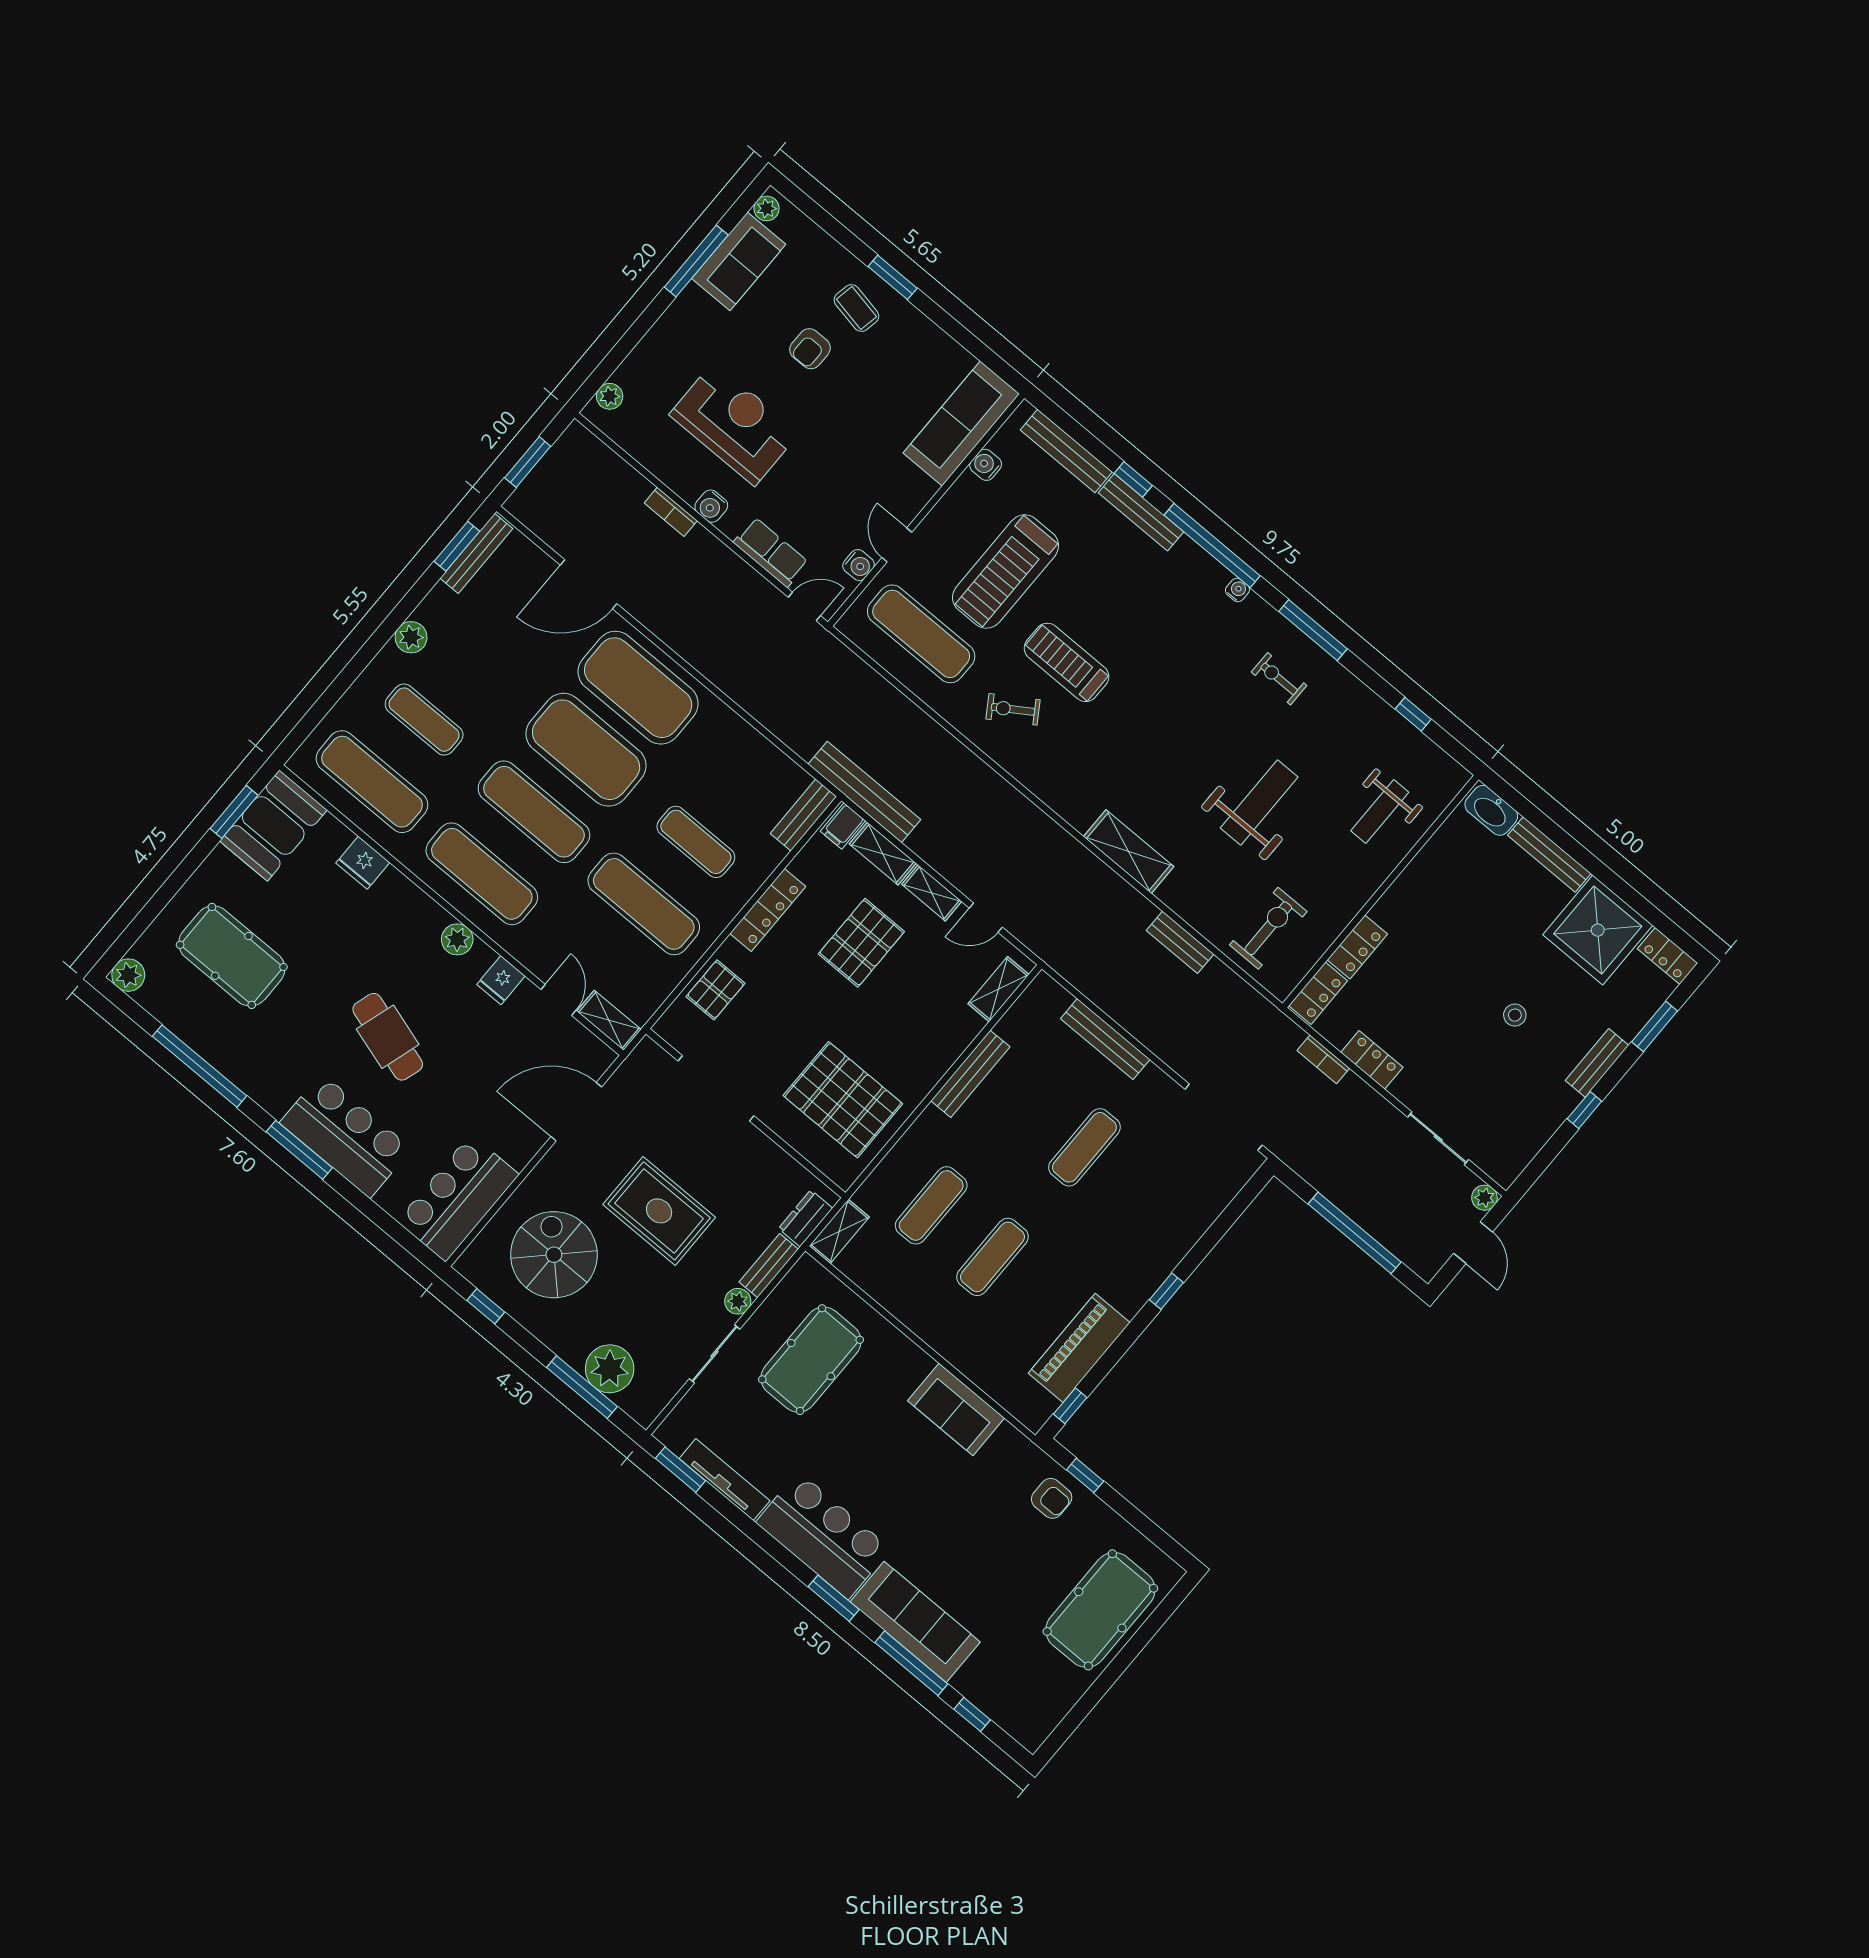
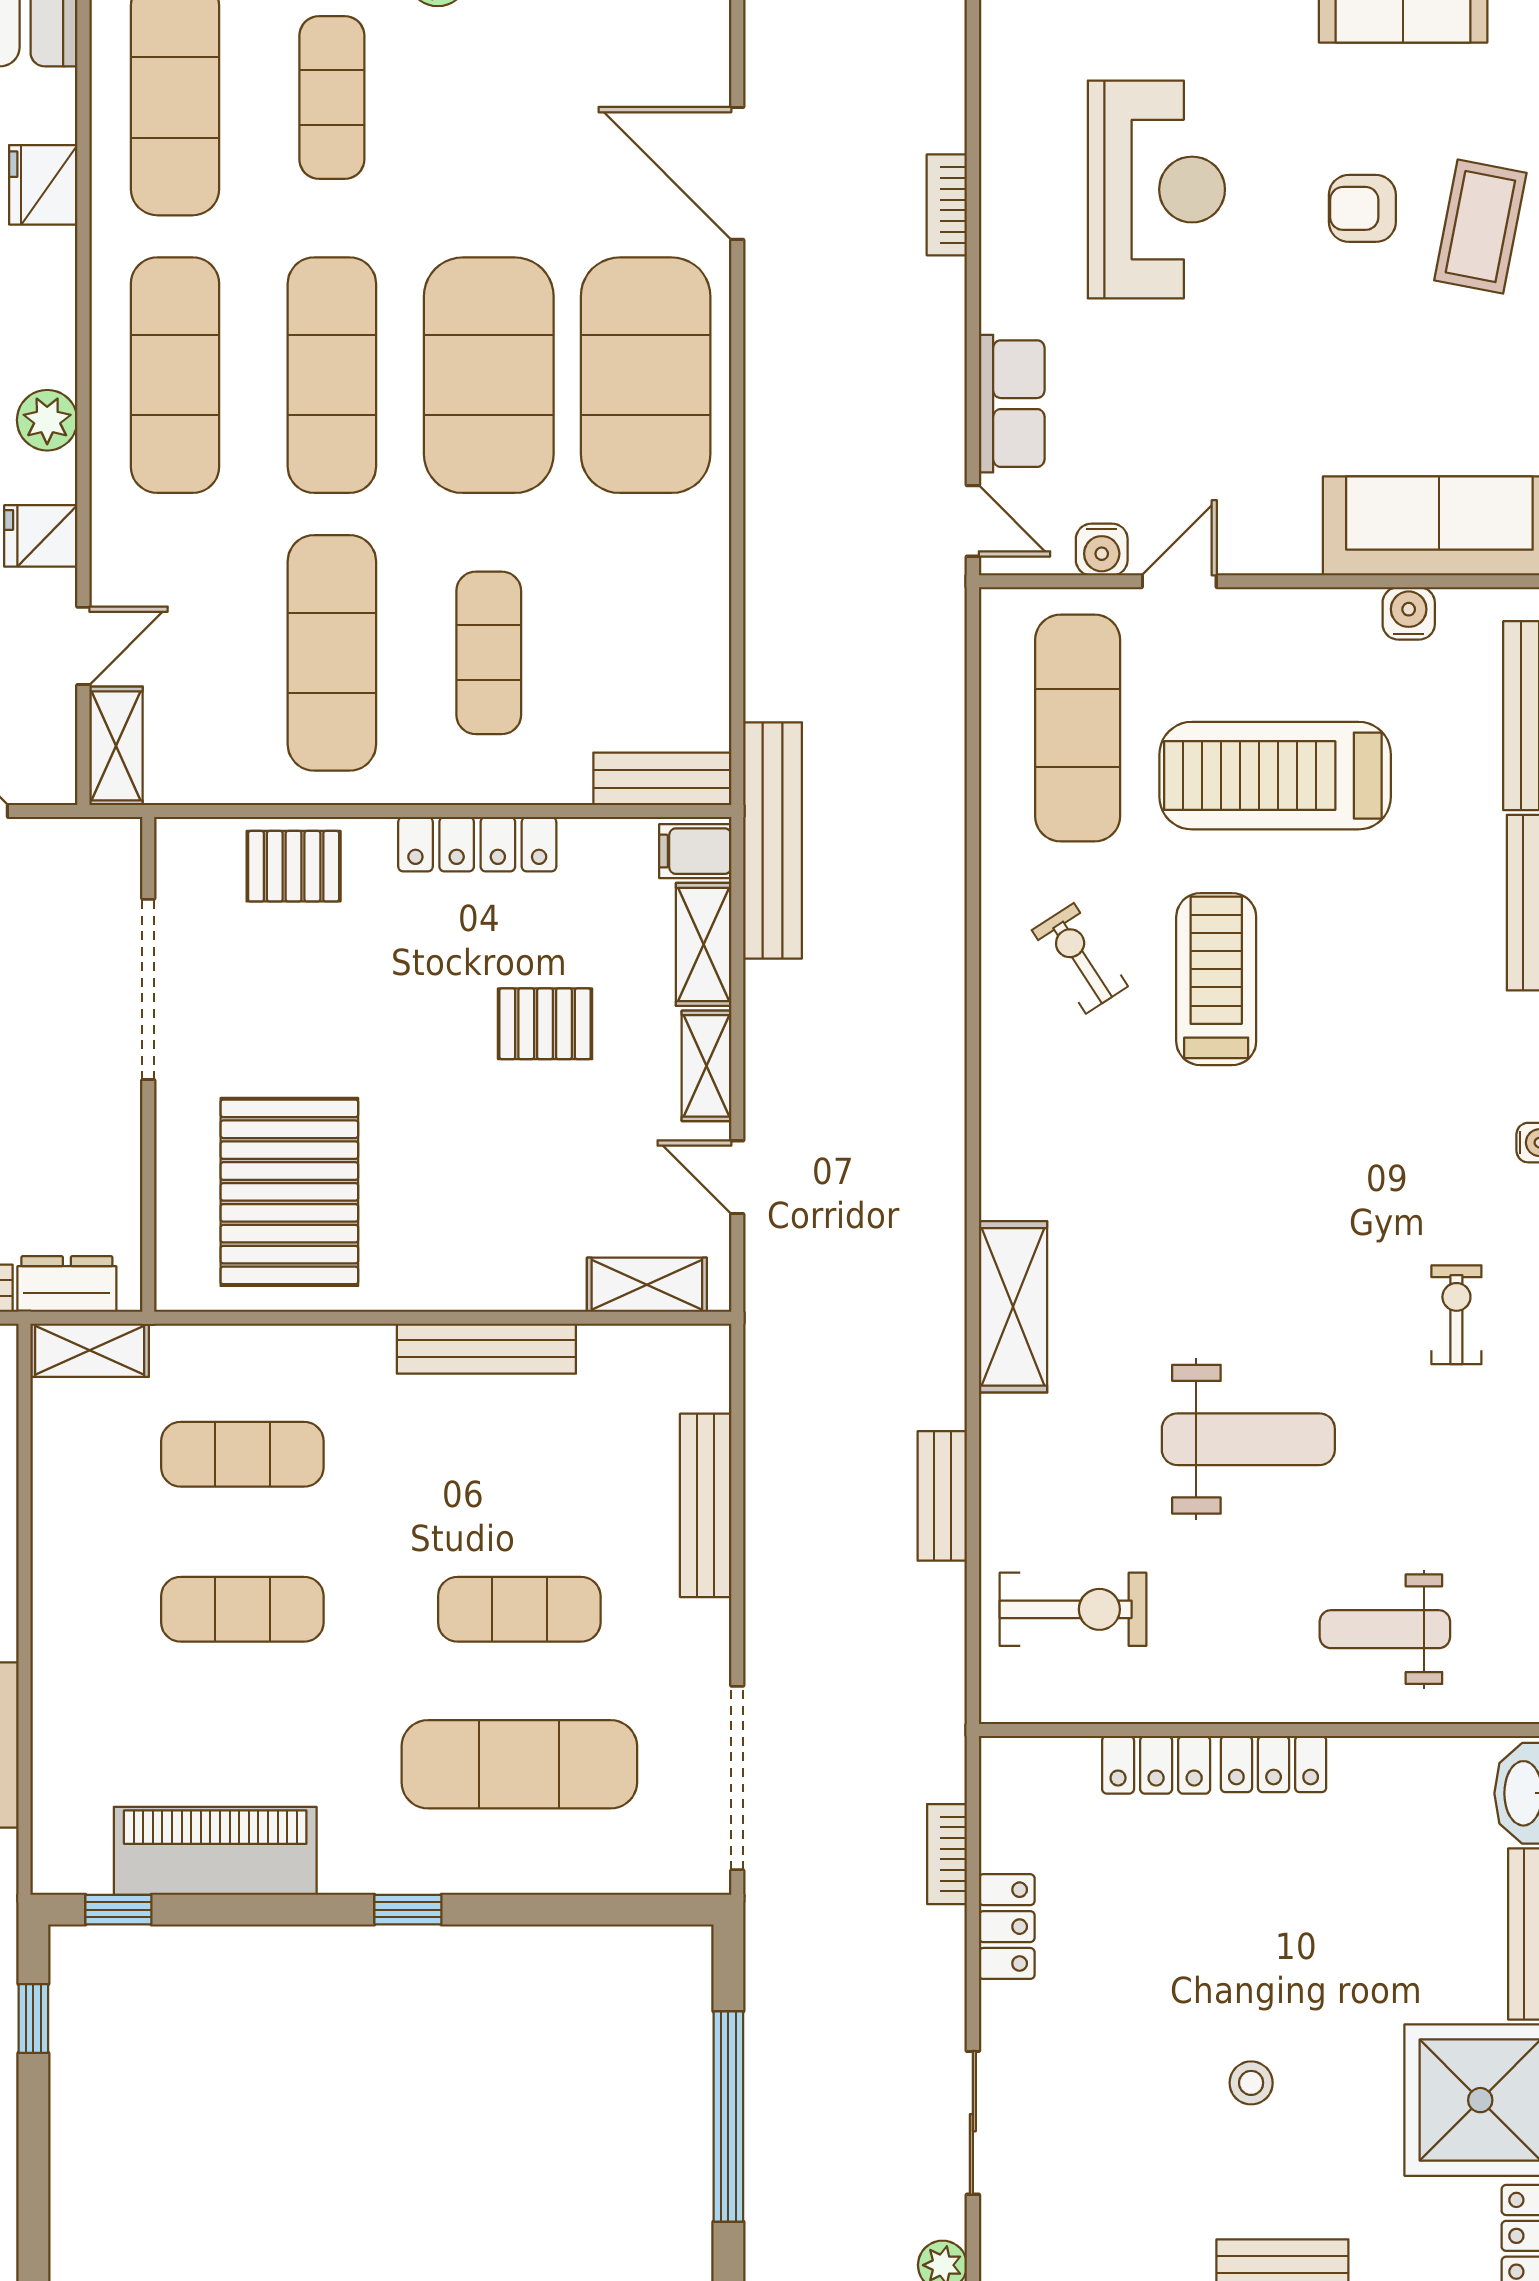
coffee table: (856, 308) -> (1480, 227), width x1.36, depth x1.30
water cooler: (711, 506) -> (1006, 258), removed
pallet: (861, 943) -> (545, 1024), width x0.67, depth x0.71
locker: (1318, 993) -> (1274, 1764), moved
exercise mat: (1146, 1199) -> (519, 1764), added

